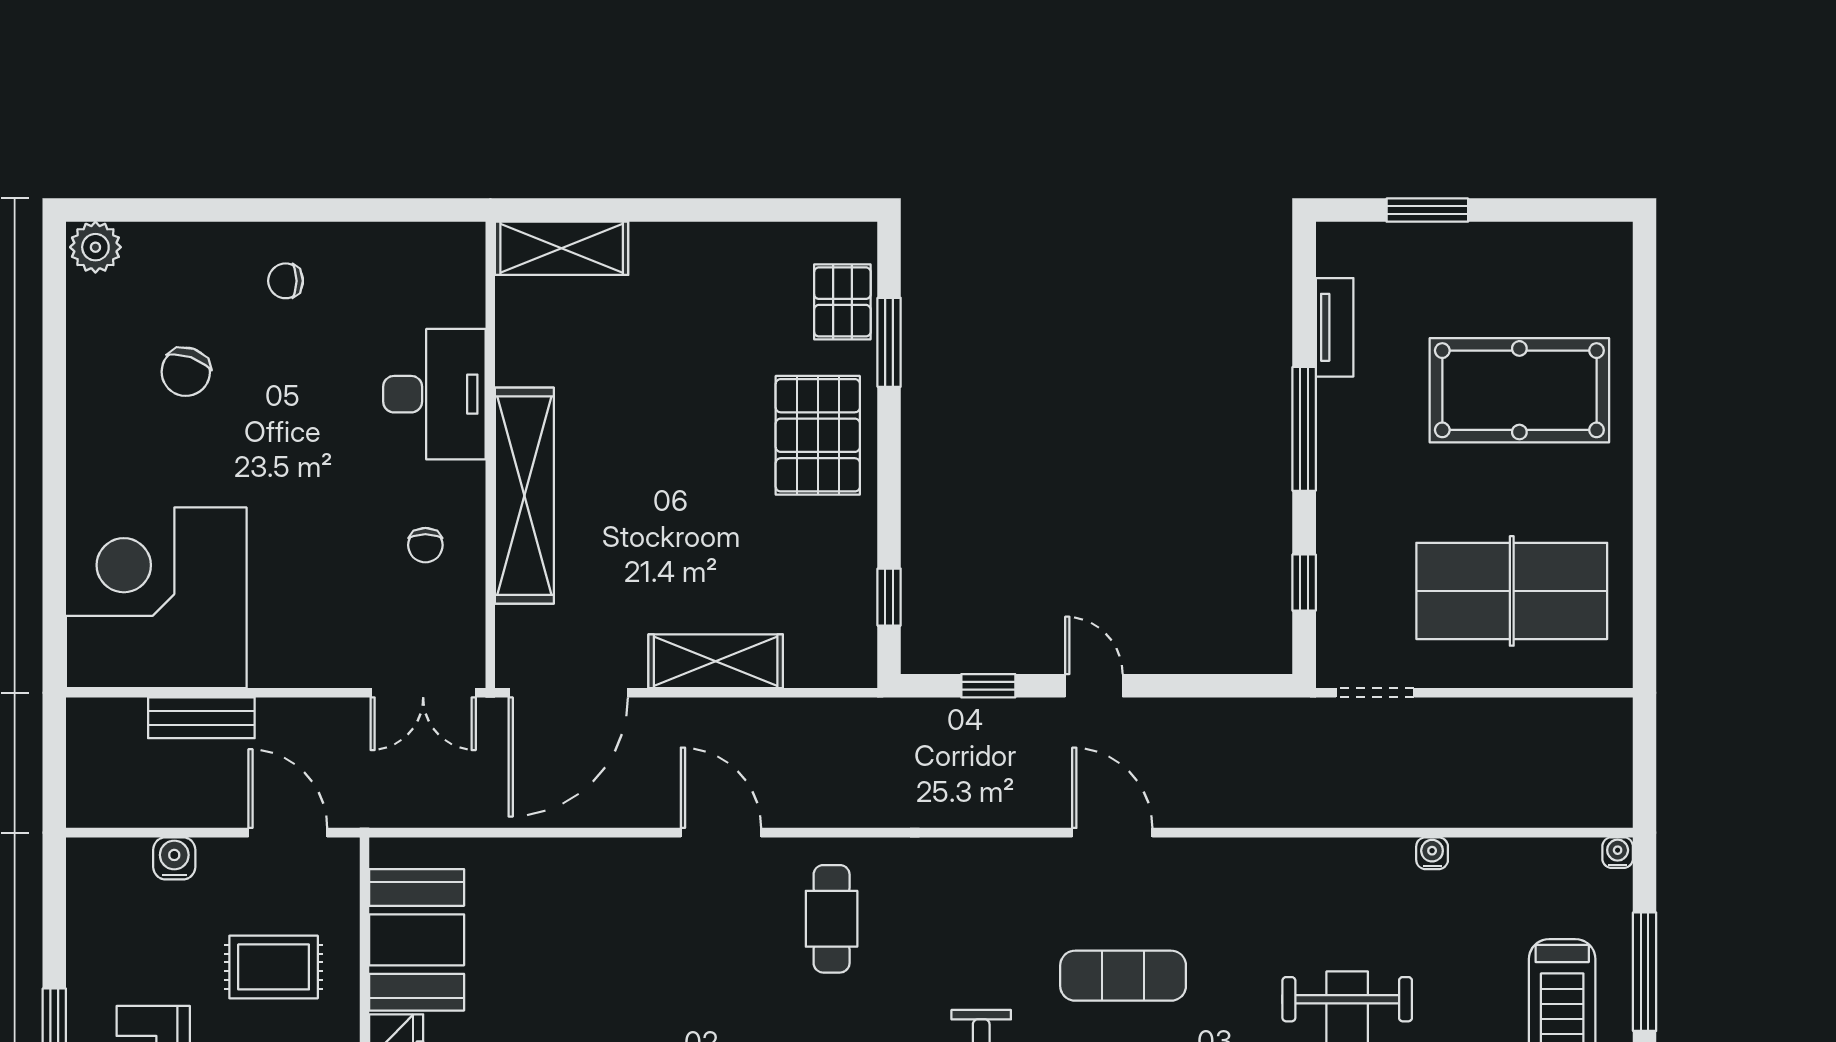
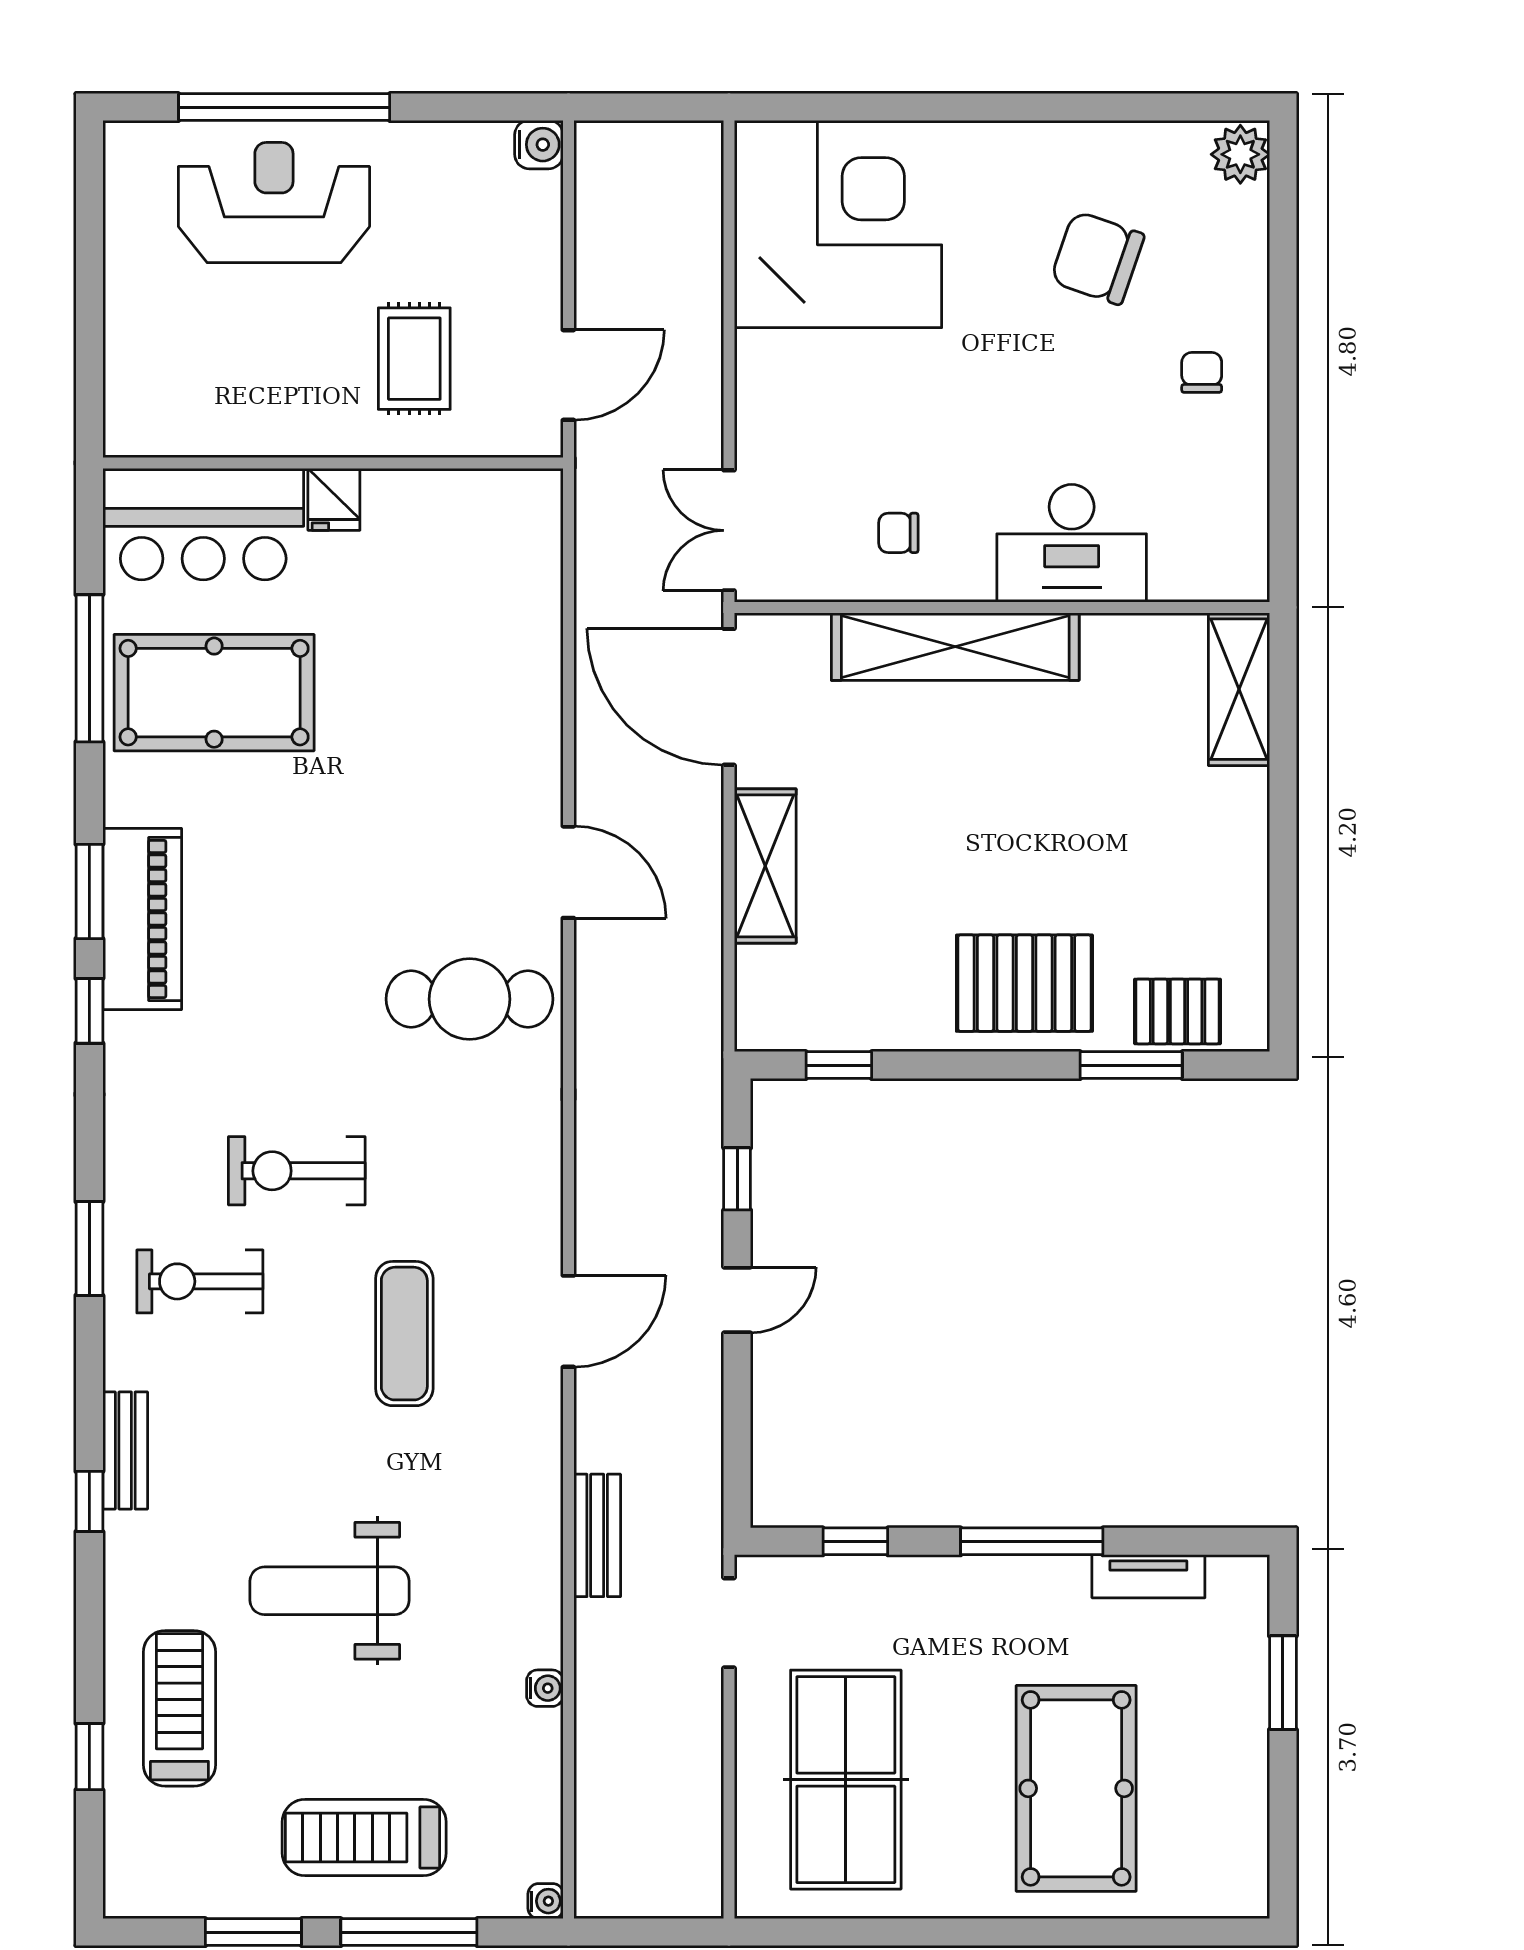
chair: (186, 372) -> (1097, 258), width x1.37, depth x1.37
bench: (201, 718) -> (597, 1535), moved
door: (721, 833) -> (568, 872), hinge flipped
water cooler: (174, 858) -> (539, 145), moved
cafe table: (832, 919) -> (470, 999), width x1.37, depth x1.35
booth: (417, 940) -> (445, 523), removed

